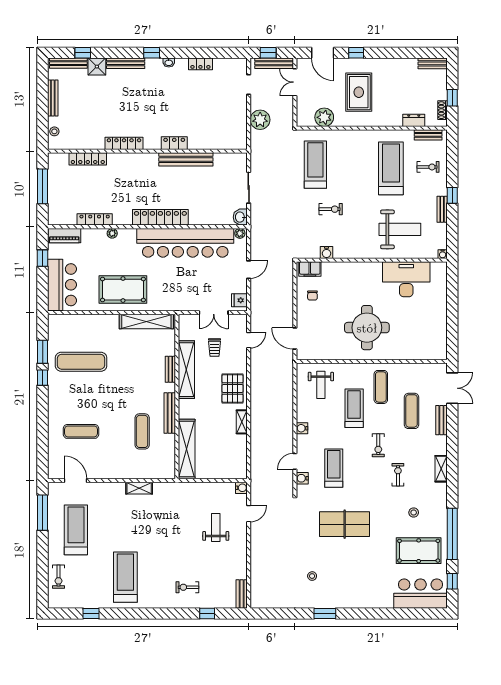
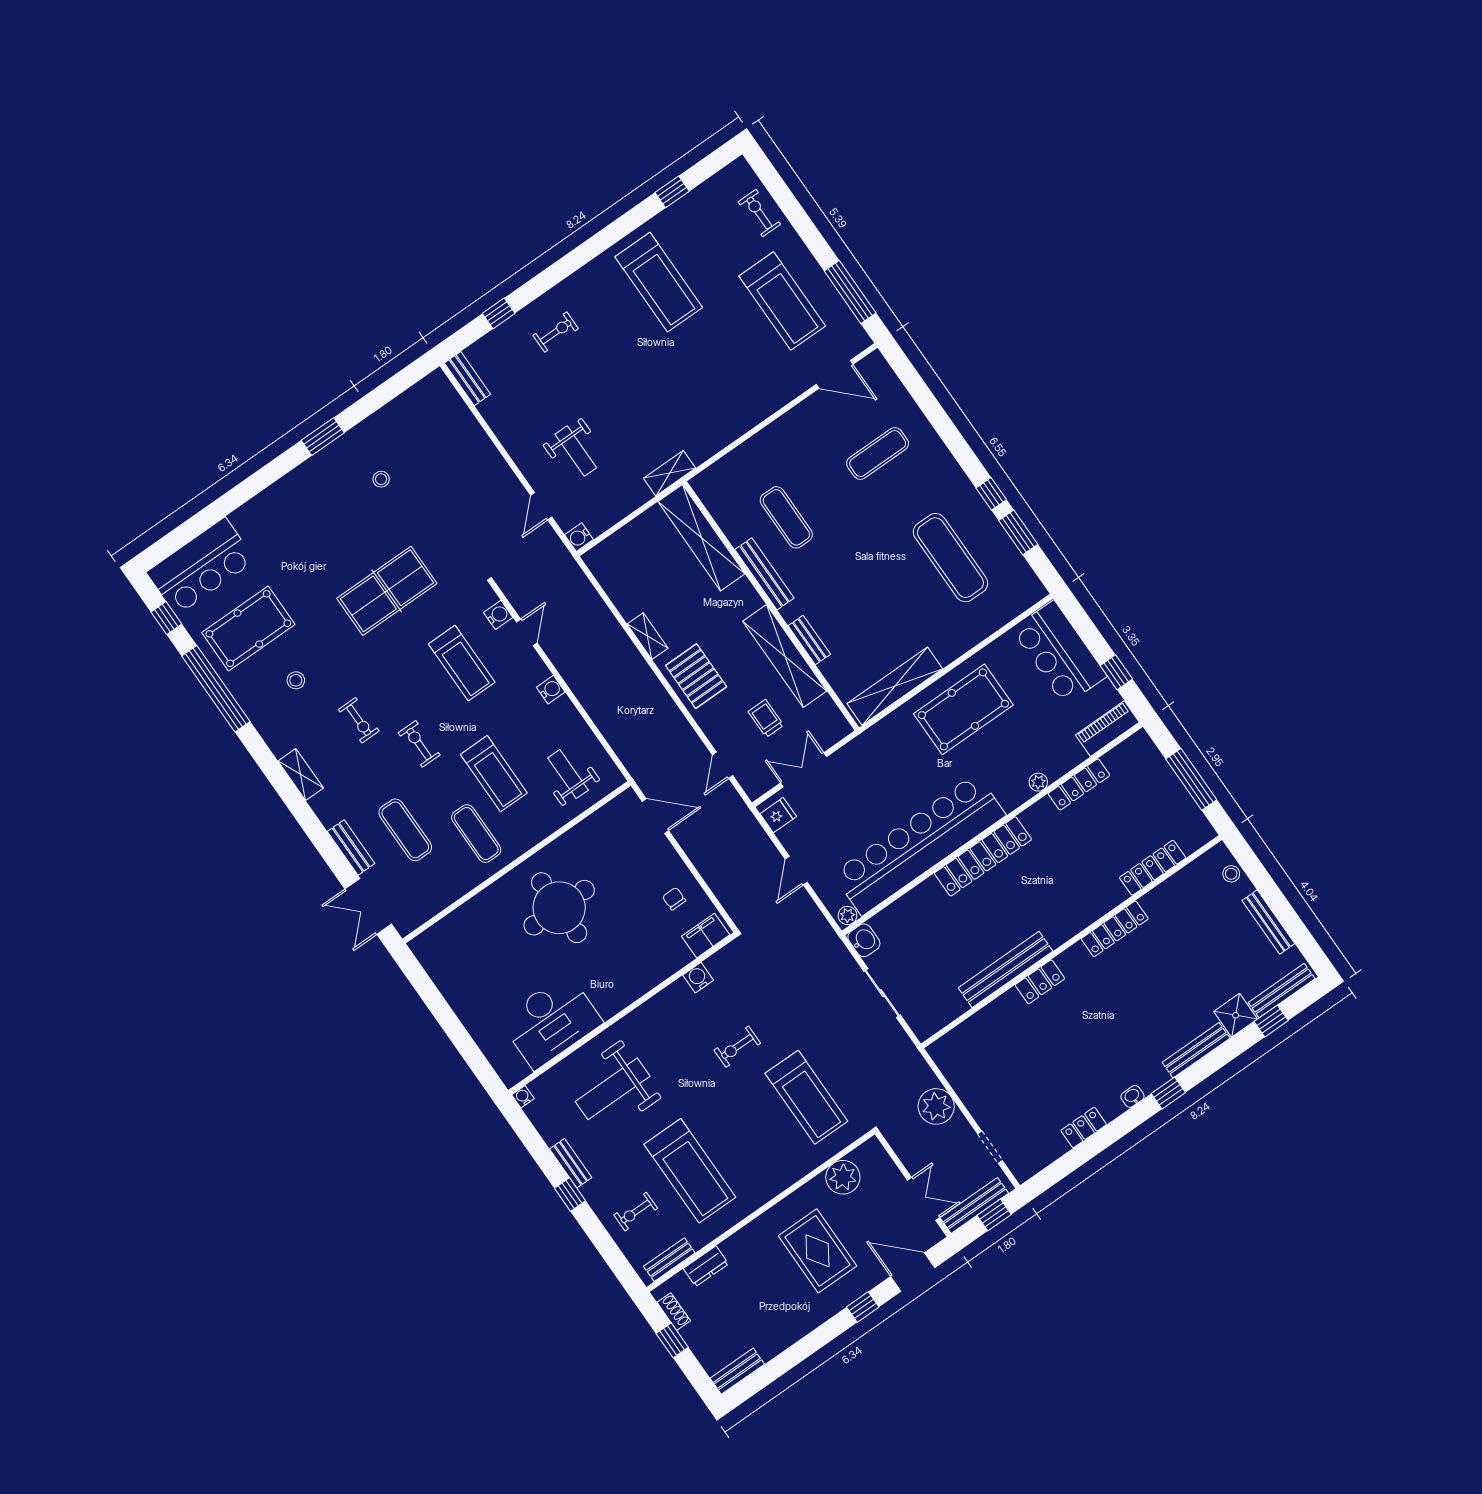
exercise mat: (81, 362) -> (950, 558), turned 90
shelving: (139, 488) -> (669, 473), moved

